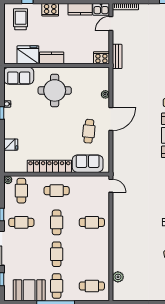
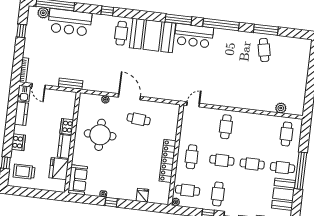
cooker: (101, 58) -> (67, 127), moved
round table: (55, 90) -> (100, 135), moved
sofa: (88, 164) -> (169, 124), removed

